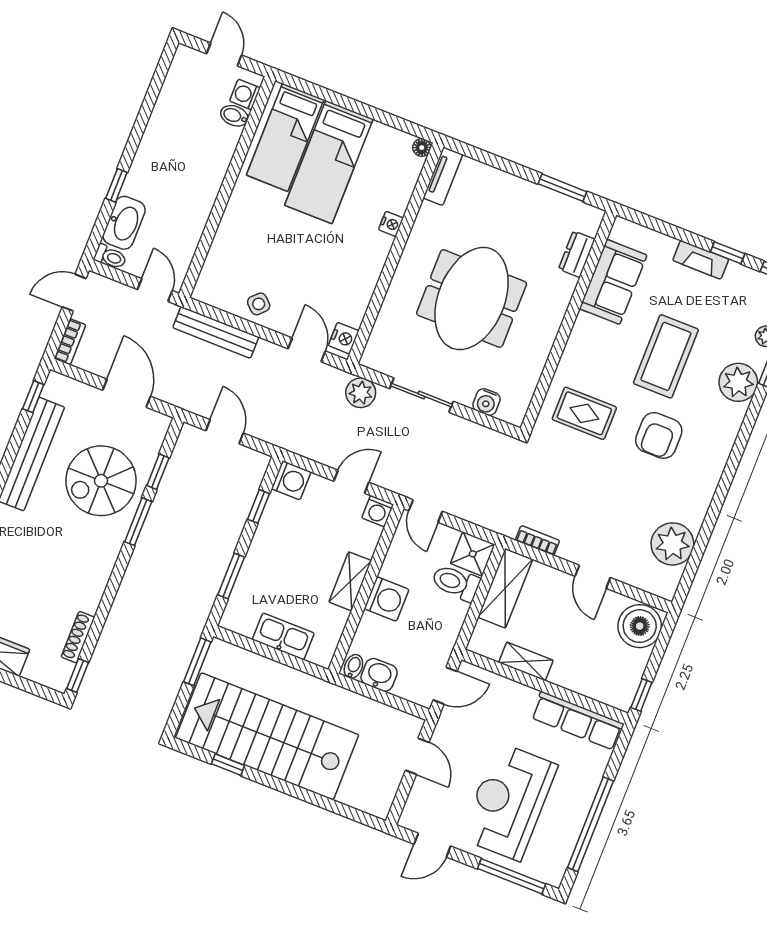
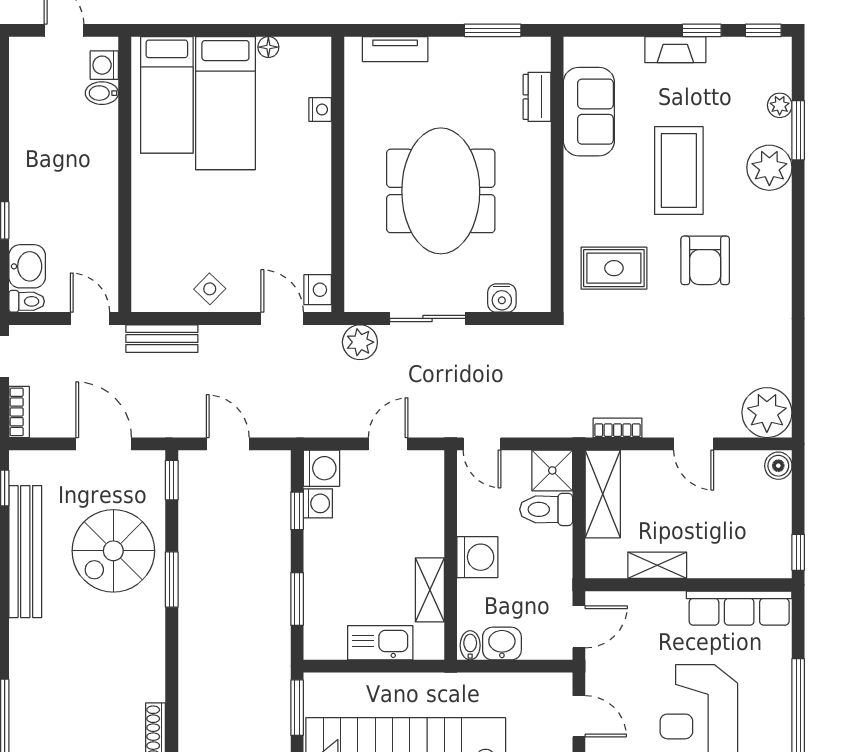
floor lamp: (422, 148) -> (268, 47), moved
tv unit: (443, 176) -> (395, 49), moved, turned 90
washbasin: (124, 223) -> (27, 266), width x0.72
nightstand: (391, 224) -> (320, 110), moved
bench: (216, 332) -> (162, 339), width x0.73
window: (158, 472) -> (172, 480), moved
washing machine: (378, 511) -> (318, 503), moved, turned -90
plant: (672, 544) -> (767, 413), moved
shelving: (350, 581) -> (430, 590), moved
boiler: (640, 626) -> (778, 466), width x0.54, depth x0.54

